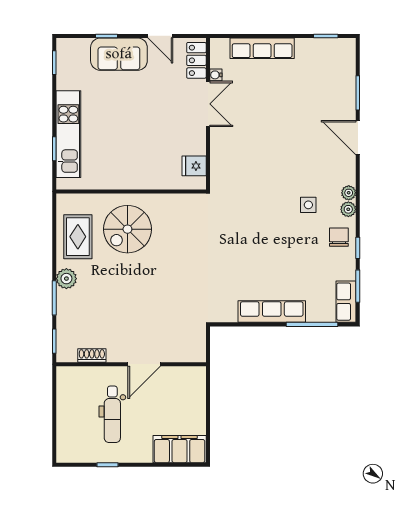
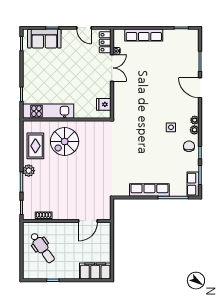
sofa: (119, 54) -> (44, 39), moved
kitchen unit: (68, 134) -> (48, 111), moved, turned -90
door: (144, 364) -> (88, 221), moved
dental chair: (112, 414) -> (42, 248), moved, turned -35

